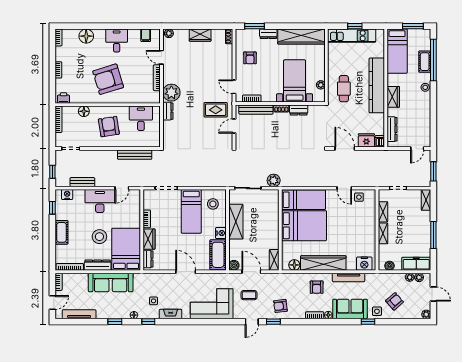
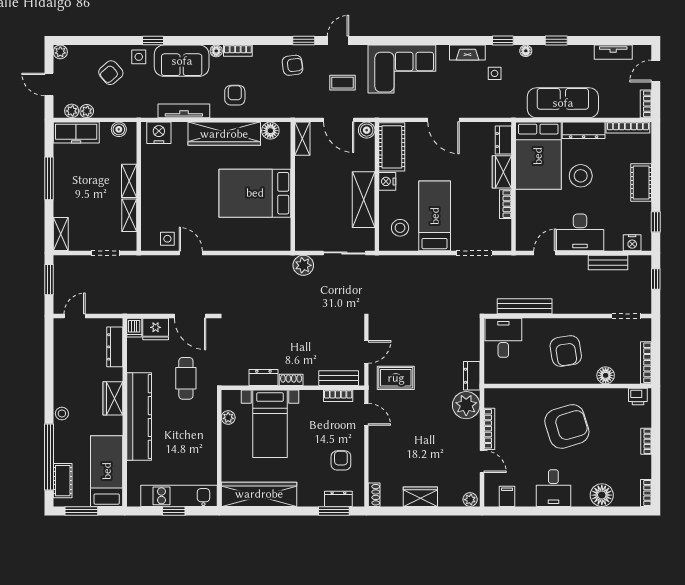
dresser: (268, 34) -> (338, 499), moved
cot: (425, 62) -> (63, 481), moved
cafe table: (344, 89) -> (186, 378), moved
bench: (256, 110) -> (339, 378), width x0.73
desk: (141, 118) -> (503, 338), moved, turned 180
bed: (303, 200) -> (256, 234), removed
tv unit: (79, 314) -> (613, 52), width x0.71

